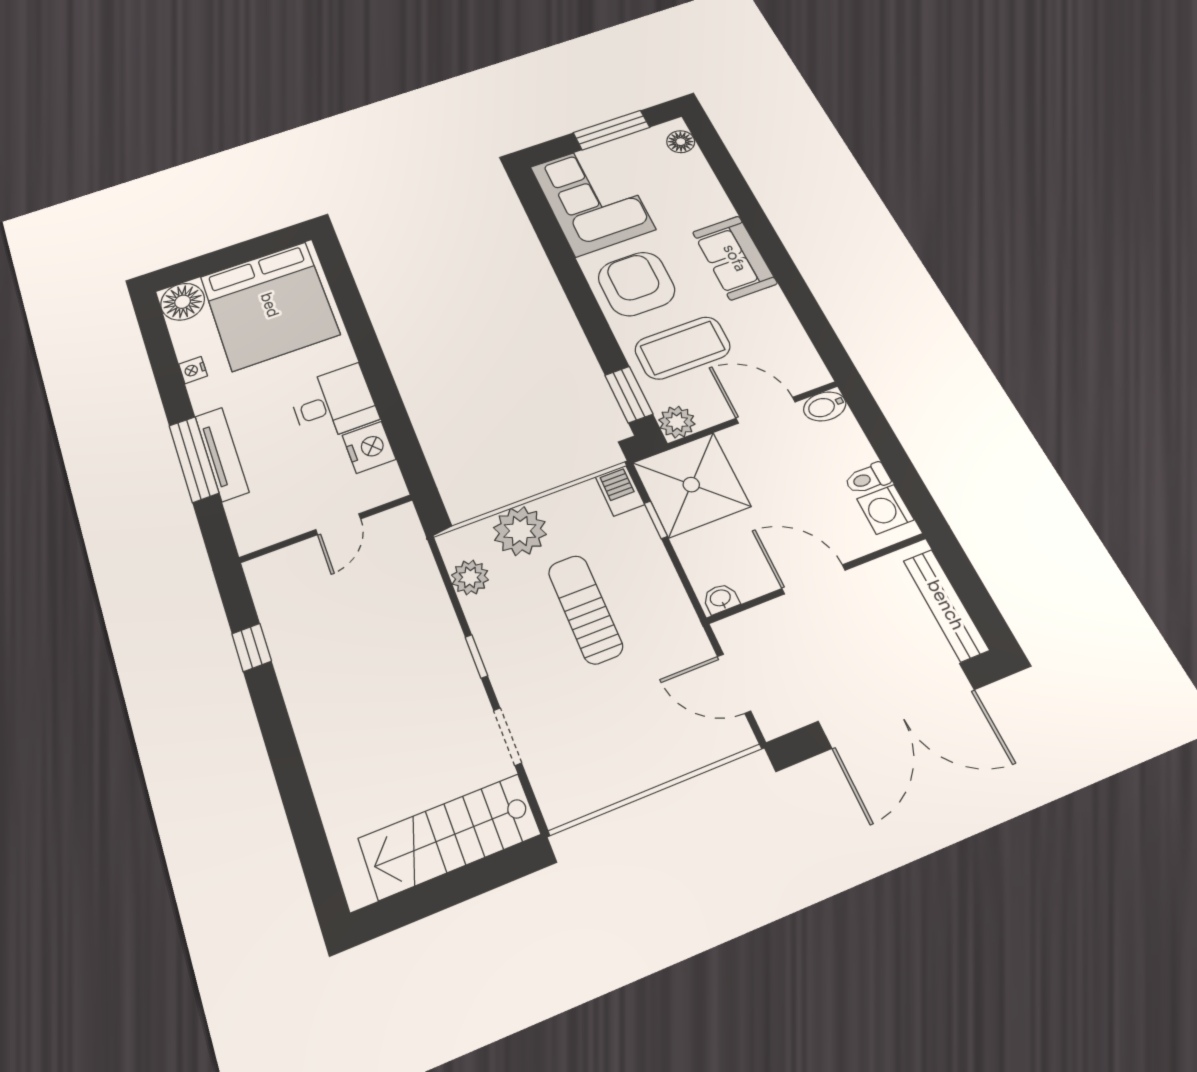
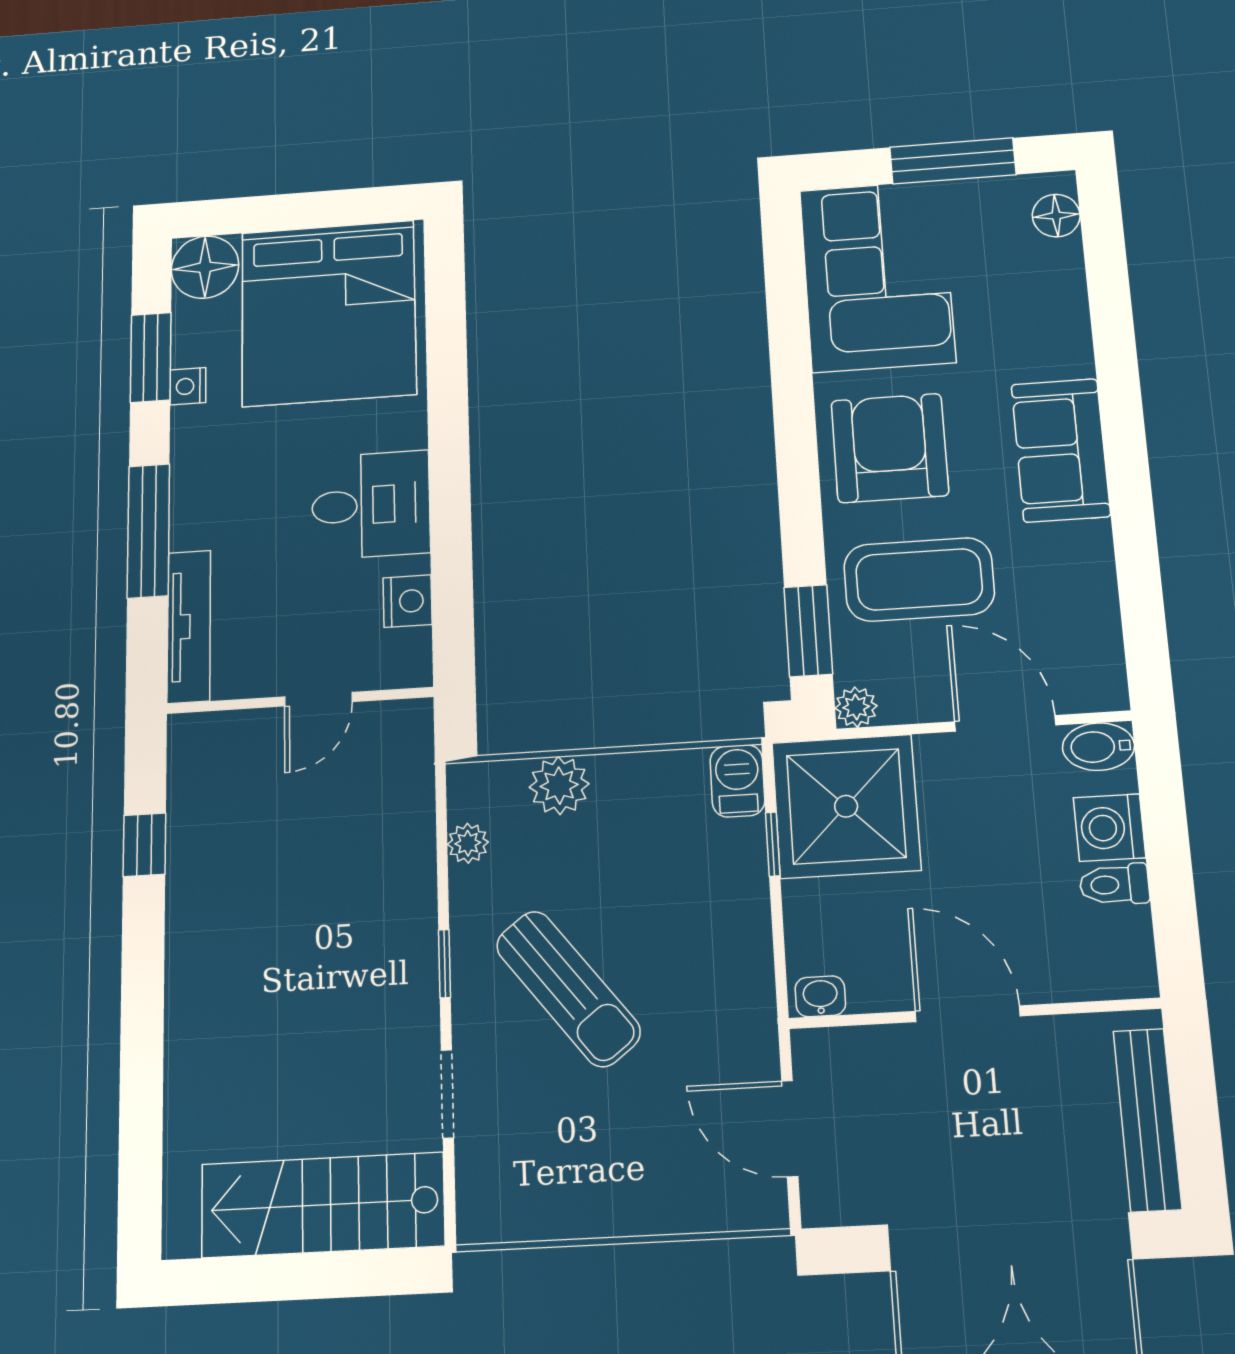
window: (164, 361) -> (151, 357), added
plant: (677, 422) -> (856, 707), width x0.73, depth x0.73
nightstand: (369, 447) -> (408, 601), width x0.74, depth x0.75
tv unit: (222, 454) -> (189, 626), moved
washing machine: (885, 509) -> (1110, 828), moved
plant: (520, 531) -> (559, 786), width x0.73, depth x0.73
plant: (470, 577) -> (468, 843), width x0.73, depth x0.73
sun lounger: (585, 609) -> (568, 989), moved, turned 142

